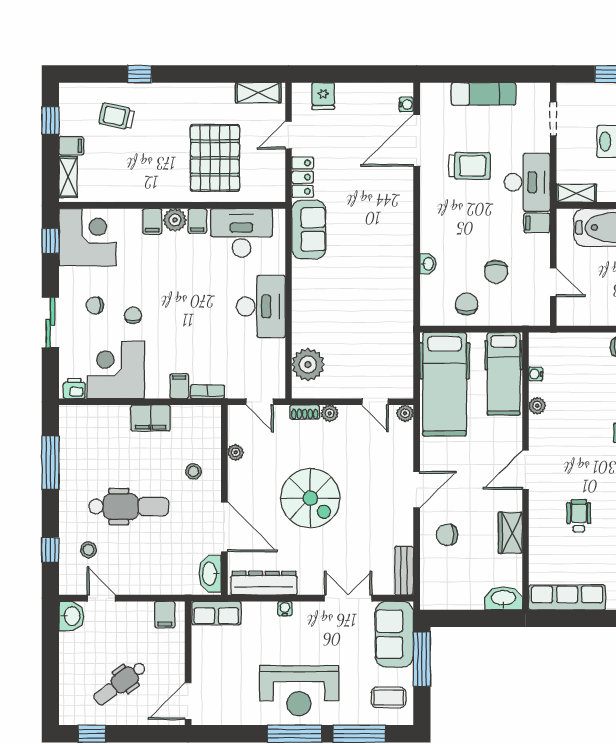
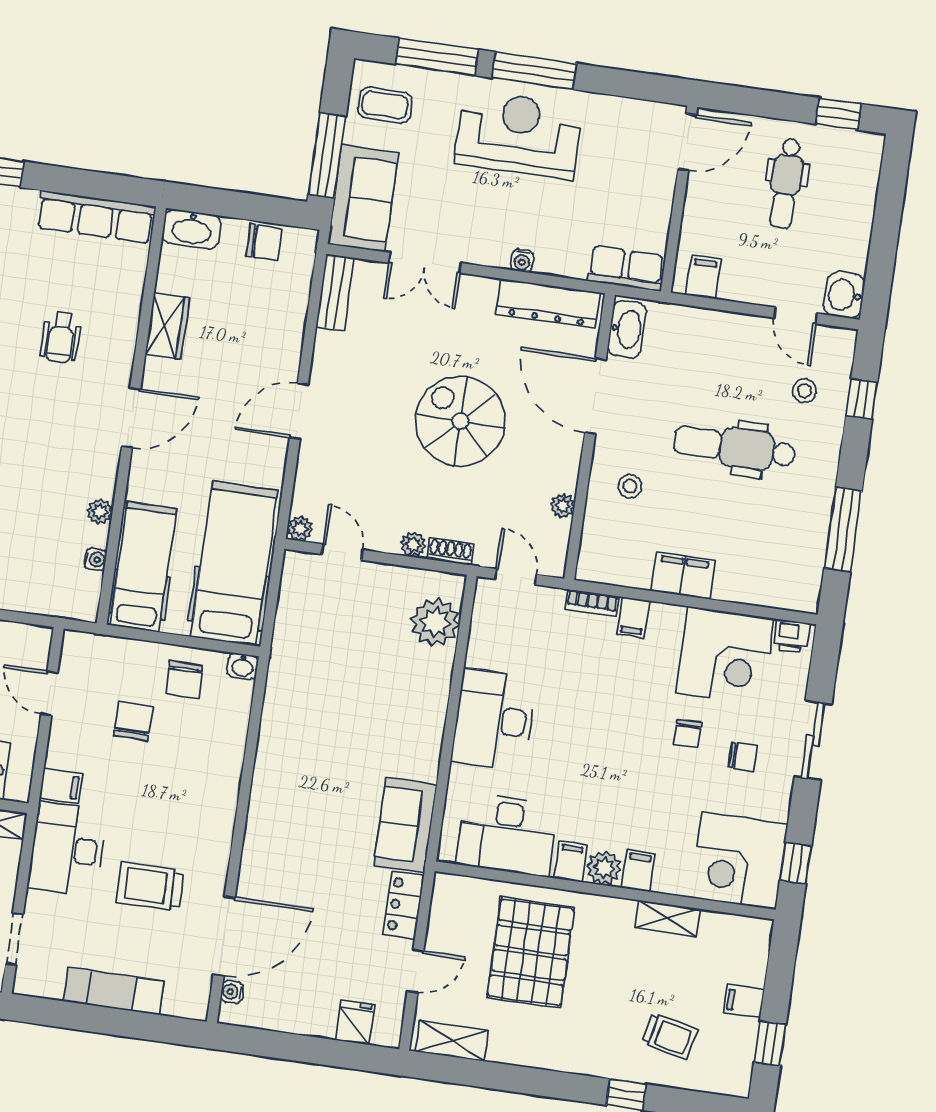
shelving: (68, 177) -> (667, 918), moved, turned 90
washbasin: (428, 264) -> (242, 666), moved, turned -90
chair: (447, 535) -> (264, 242), moved
dental chair: (120, 683) -> (786, 184), turned 127

